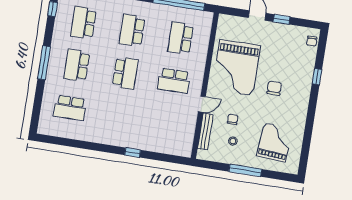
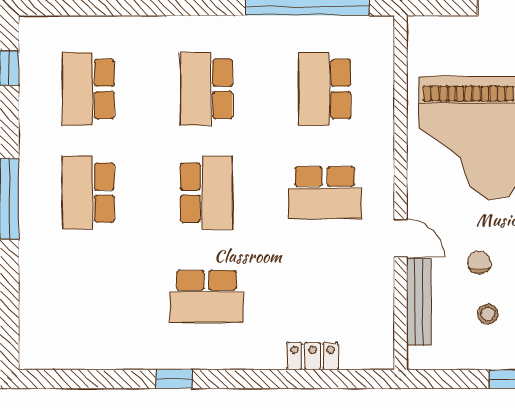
door: (202, 104) -> (401, 238), hinge flipped
school desk: (70, 108) -> (206, 296), moved
locker: (158, 147) -> (312, 356), added
window: (133, 153) -> (174, 379), moved

